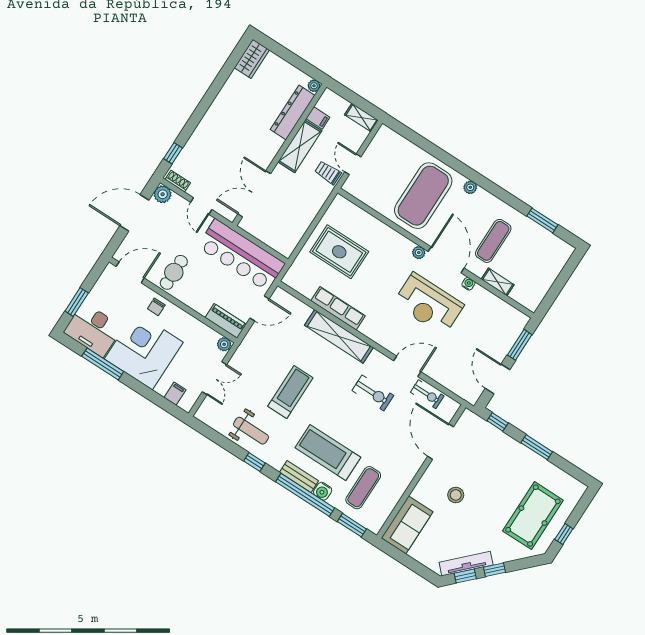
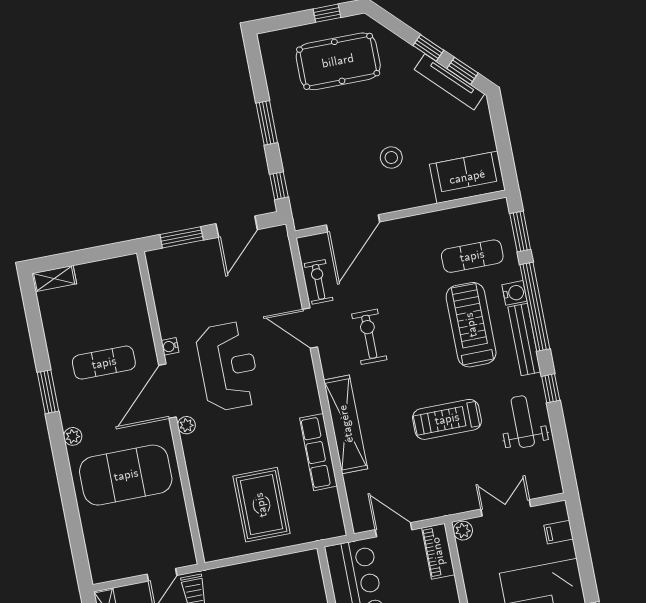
window: (542, 220) -> (48, 392), moved
shelving: (498, 282) -> (54, 279), moved, turned 90
treadmill: (328, 452) -> (471, 325), turned 180
bench: (299, 477) -> (524, 340), width x1.36

